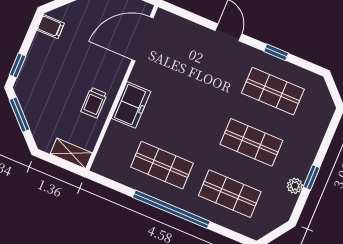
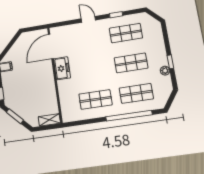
trolley: (94, 103) -> (46, 89), removed
freezer: (131, 105) -> (62, 68), moved
window: (171, 209) -> (129, 116), moved

